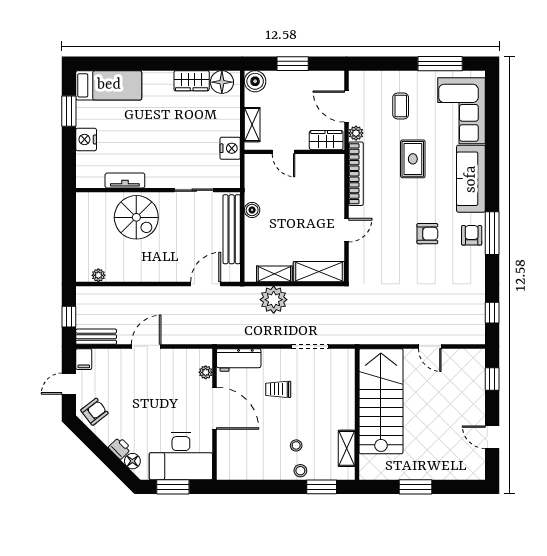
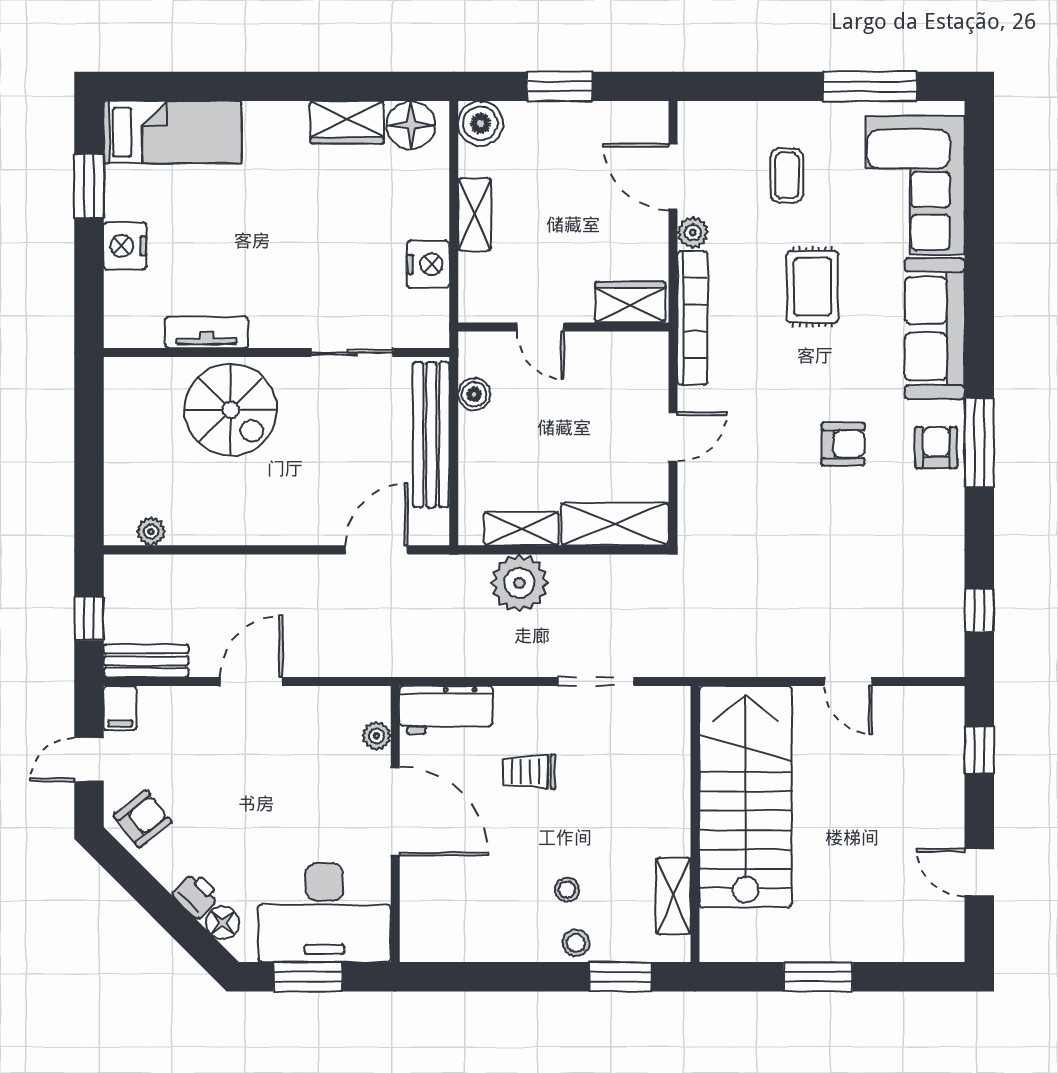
wardrobe: (326, 140) -> (630, 302), moved
door: (284, 152) -> (540, 327), moved
wall: (294, 152) -> (563, 327), moved

